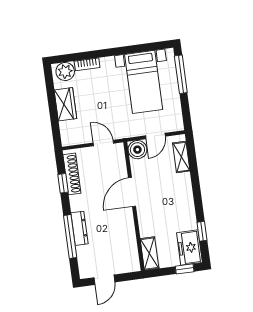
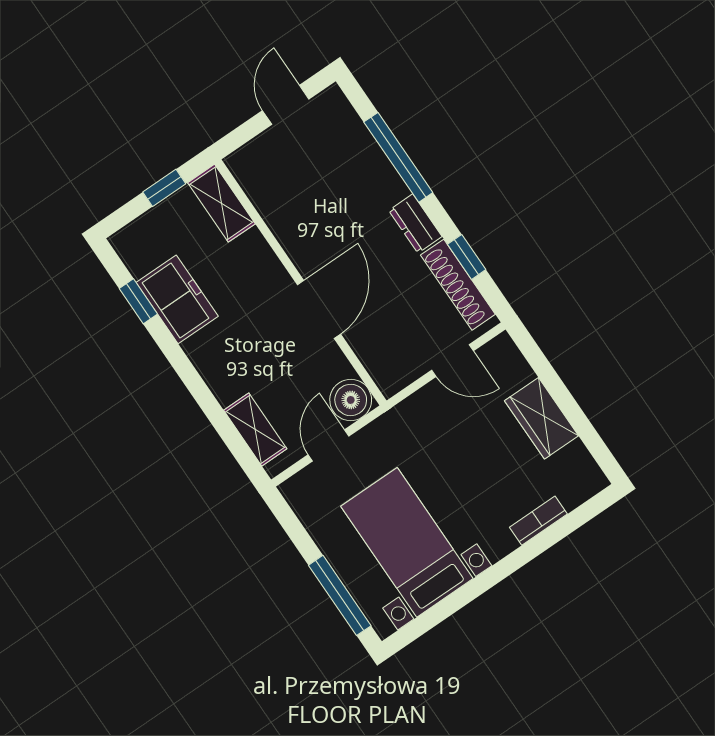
plant: (65, 72) -> (575, 484), removed
door: (103, 143) -> (453, 361), moved
dresser: (80, 228) -> (415, 223), moved, width x0.70
freezer: (189, 248) -> (177, 299), moved
window: (185, 269) -> (164, 188), moved

